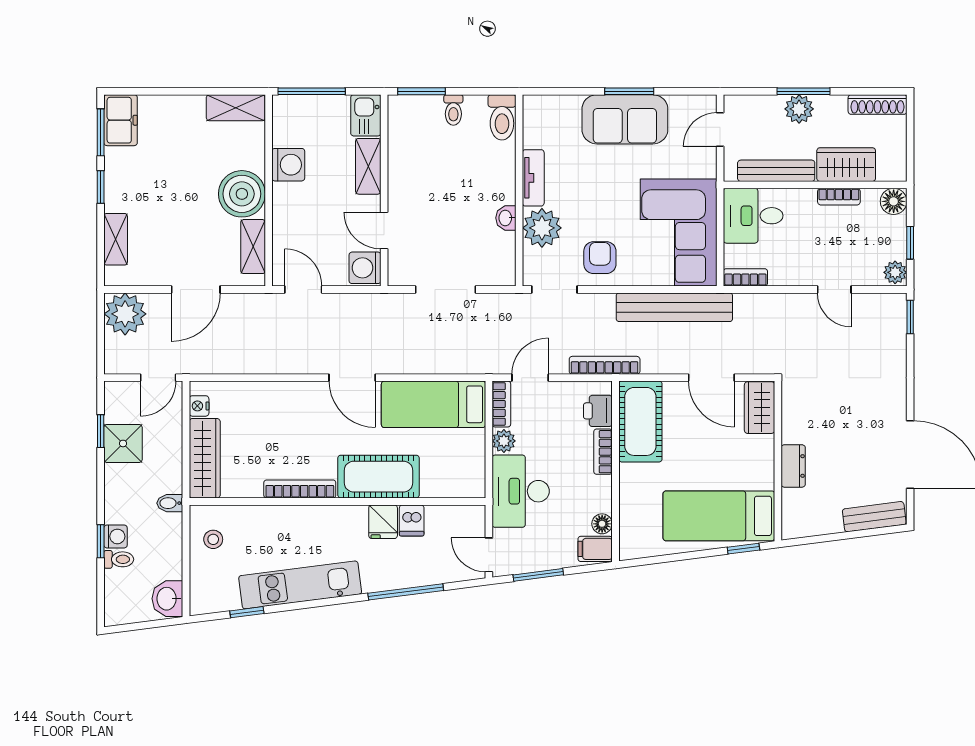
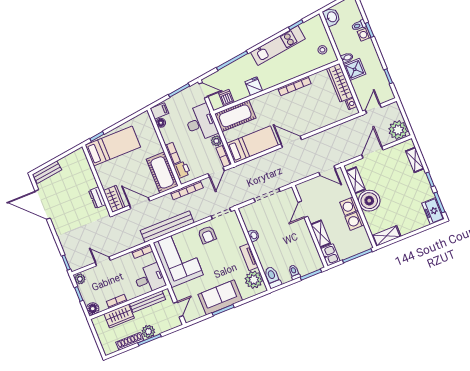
shoe rack: (877, 104) -> (130, 341), moved
plant: (542, 228) -> (254, 280), moved
door: (384, 231) -> (303, 209), swing flipped
washing machine: (365, 268) -> (349, 206), moved, turned 180
shower: (123, 443) -> (355, 69), moved
dresser: (793, 466) -> (97, 198), moved
cot: (379, 477) -> (235, 116), moved
dishwasher: (412, 520) -> (226, 98), moved

